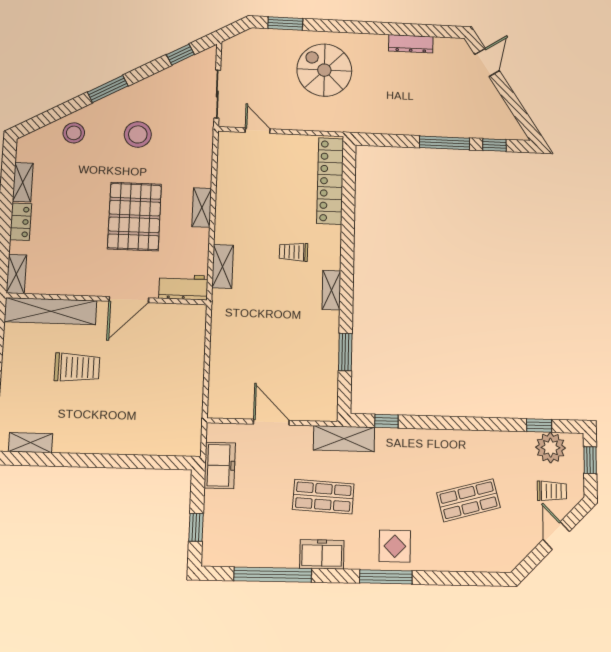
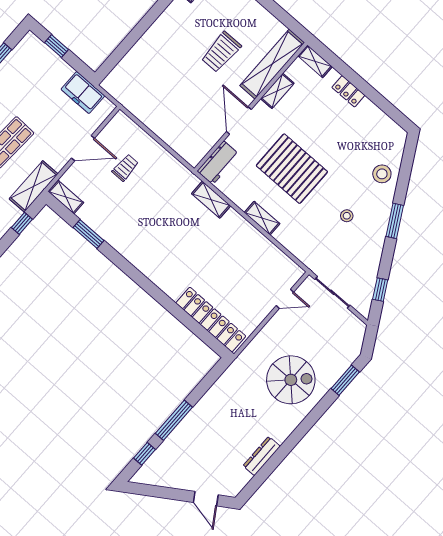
stool: (138, 134) -> (347, 216), width x0.53, depth x0.53
shelving: (23, 182) -> (277, 91), moved, turned 90
trolley: (293, 252) -> (125, 168), moved
shelving: (331, 290) -> (66, 197), moved

